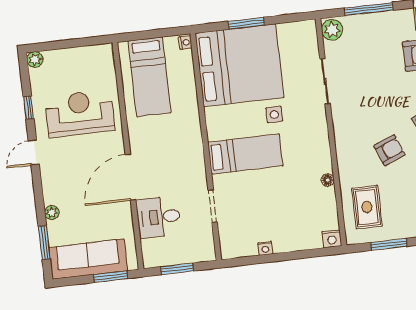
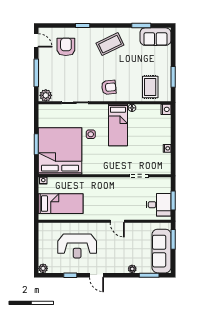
reception desk: (80, 113) -> (77, 246), turned -90
armchair: (389, 150) -> (109, 87), moved, turned 106
bed: (245, 154) -> (118, 125), moved, turned 180
door: (130, 177) -> (117, 221), width x0.53
rug: (367, 207) -> (150, 87), turned 90
desk: (159, 217) -> (159, 205), moved, turned -90

